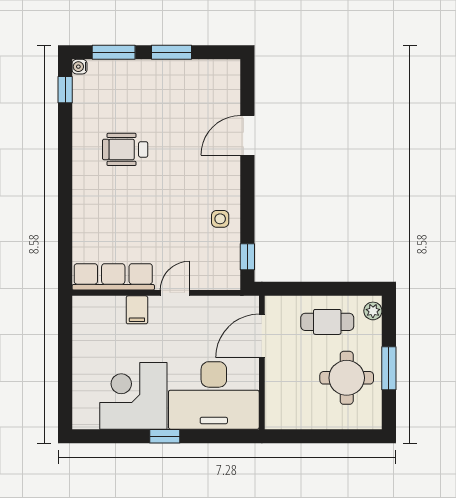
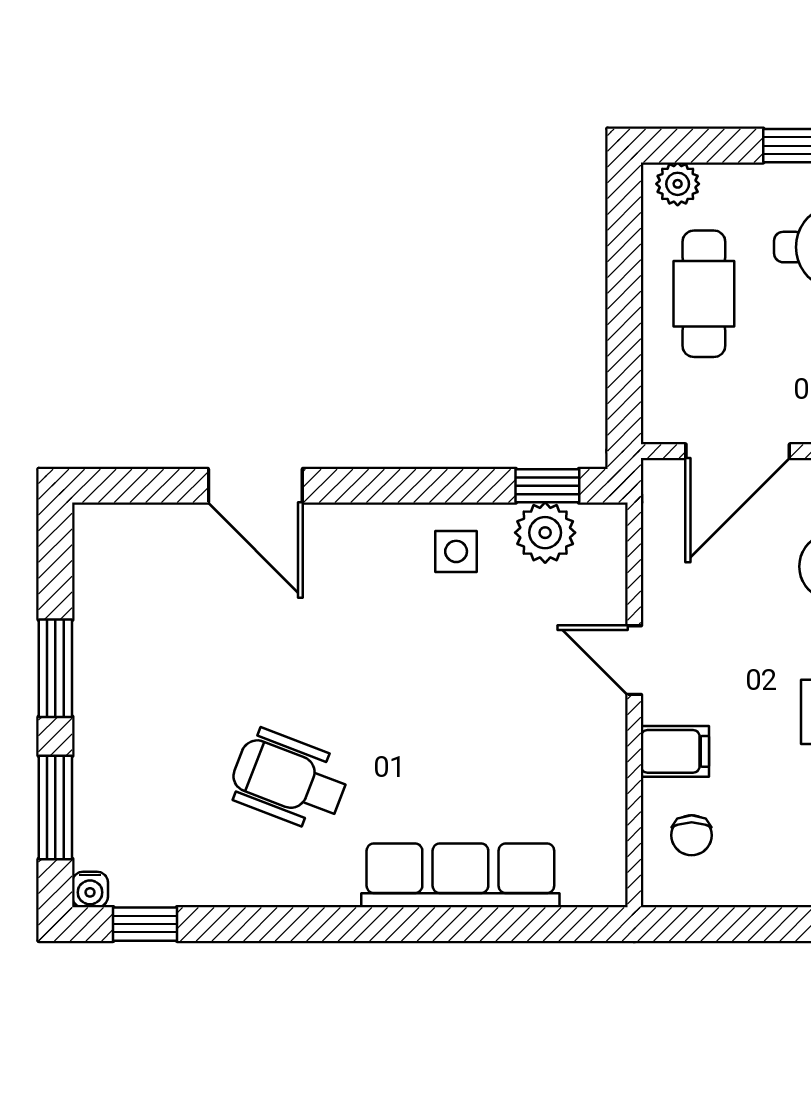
wheelchair: (125, 149) -> (289, 780), turned 111
plant: (228, 256) -> (545, 533), added
row of seats: (113, 277) -> (460, 875), moved, turned 90
chair: (102, 317) -> (692, 835), added
door: (262, 336) -> (738, 451), hinge flipped

